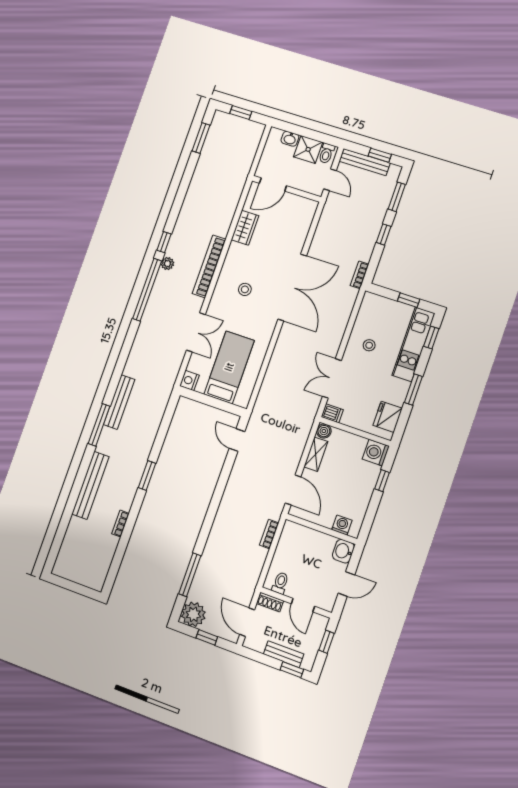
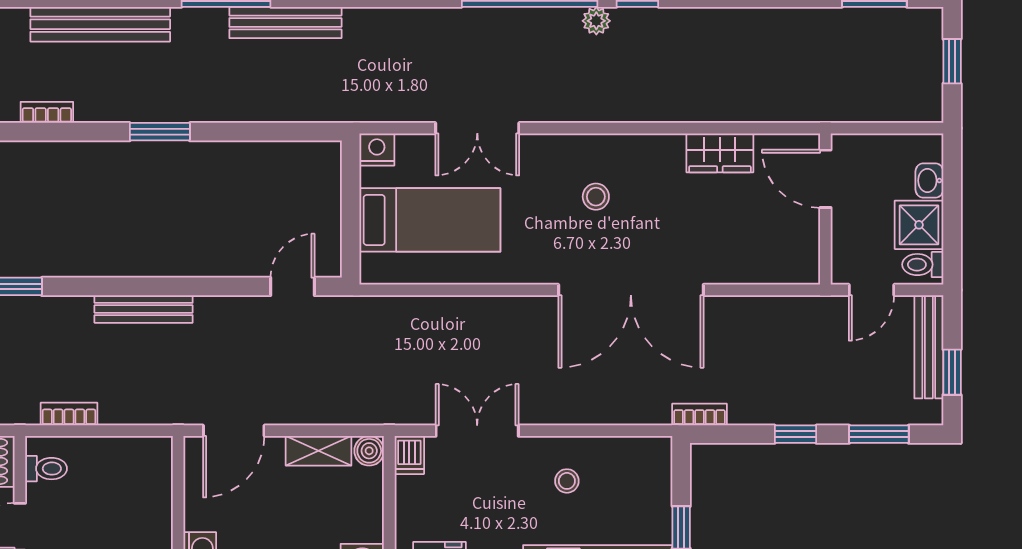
bookcase: (209, 266) -> (618, 108), removed
bench: (223, 512) -> (144, 309), added
bookcase: (269, 534) -> (69, 414), moved

